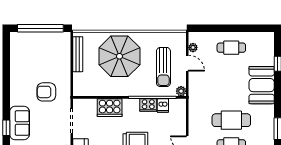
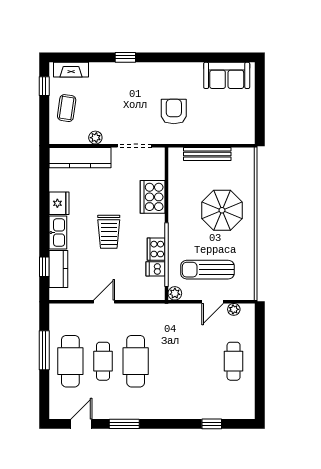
window: (40, 28) -> (260, 103), removed
bench: (78, 54) -> (207, 154), moved
parasol: (119, 56) -> (222, 210), width x0.73, depth x0.73
booth: (262, 85) -> (183, 402), removed
sofa: (20, 123) -> (227, 75), moved

